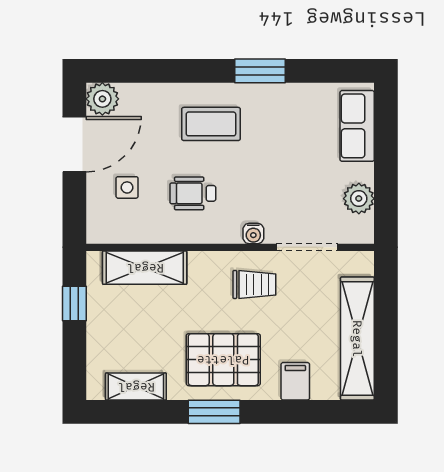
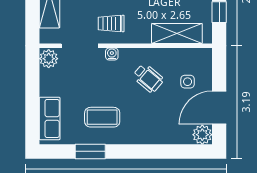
window: (260, 71) -> (90, 151), moved
coffee table: (211, 124) -> (102, 117), moved
wheelchair: (193, 193) -> (148, 78), turned 40
plant: (359, 199) -> (49, 59), moved

